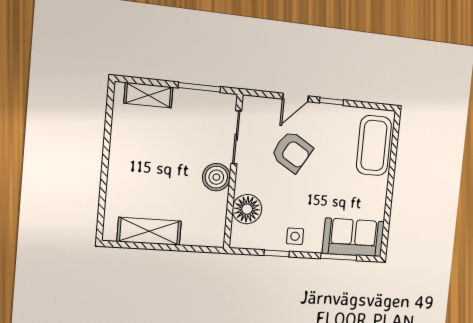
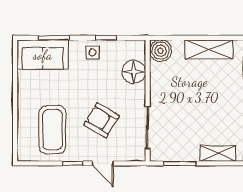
door: (296, 98) -> (103, 163), swing flipped
coffee table: (374, 145) -> (52, 130), moved
boiler: (216, 177) -> (161, 51), moved

